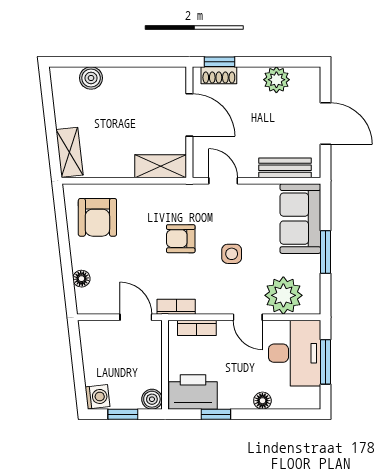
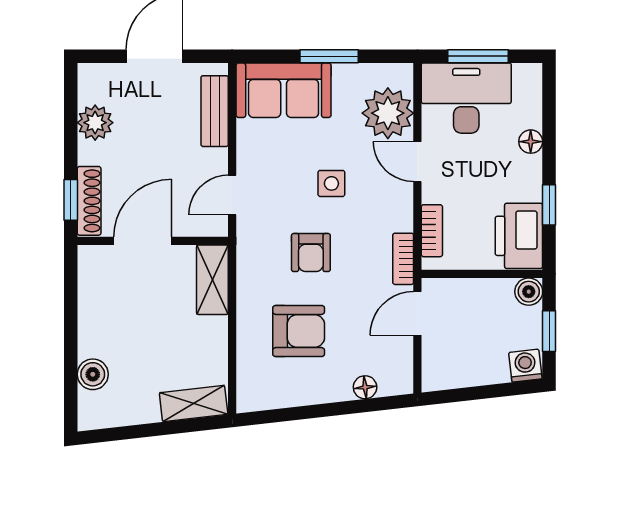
shoe rack: (219, 75) -> (89, 201), width x1.43
armchair: (97, 217) -> (299, 331), moved
door: (248, 317) -> (417, 162), swing flipped

